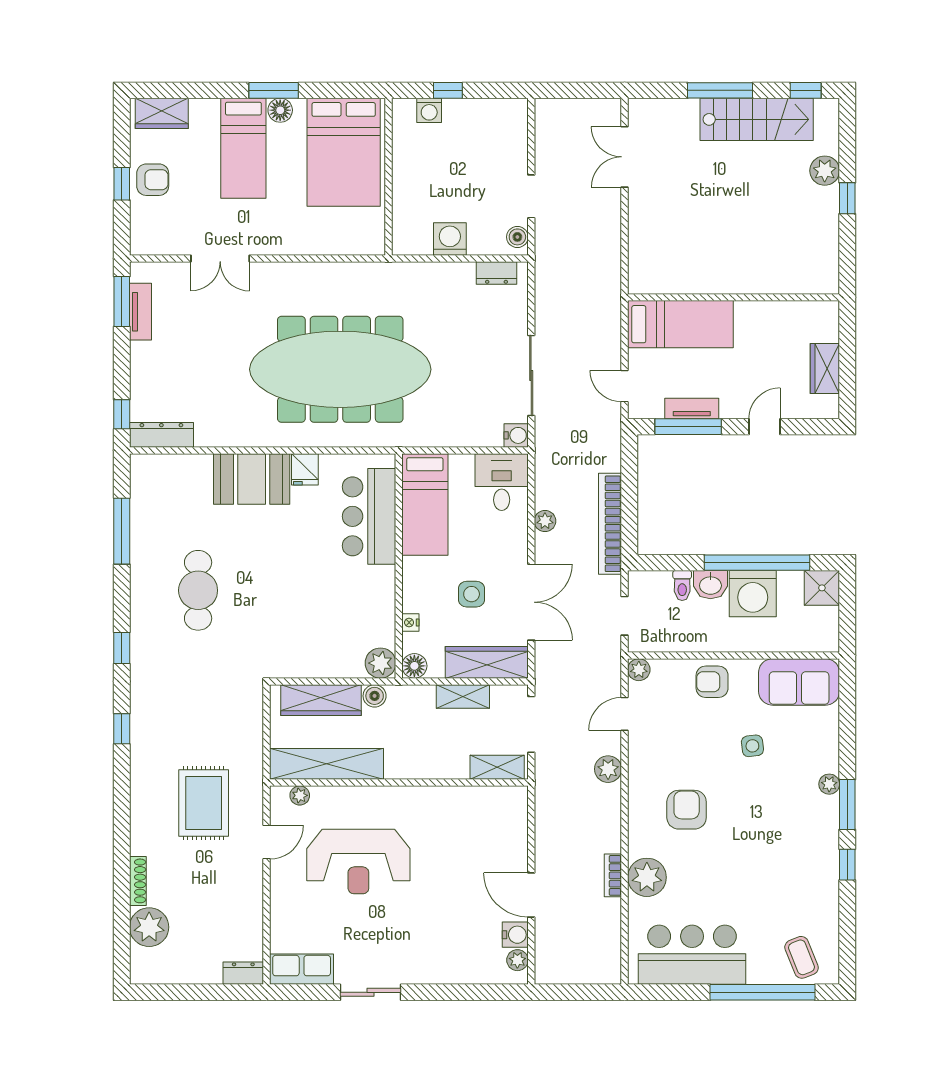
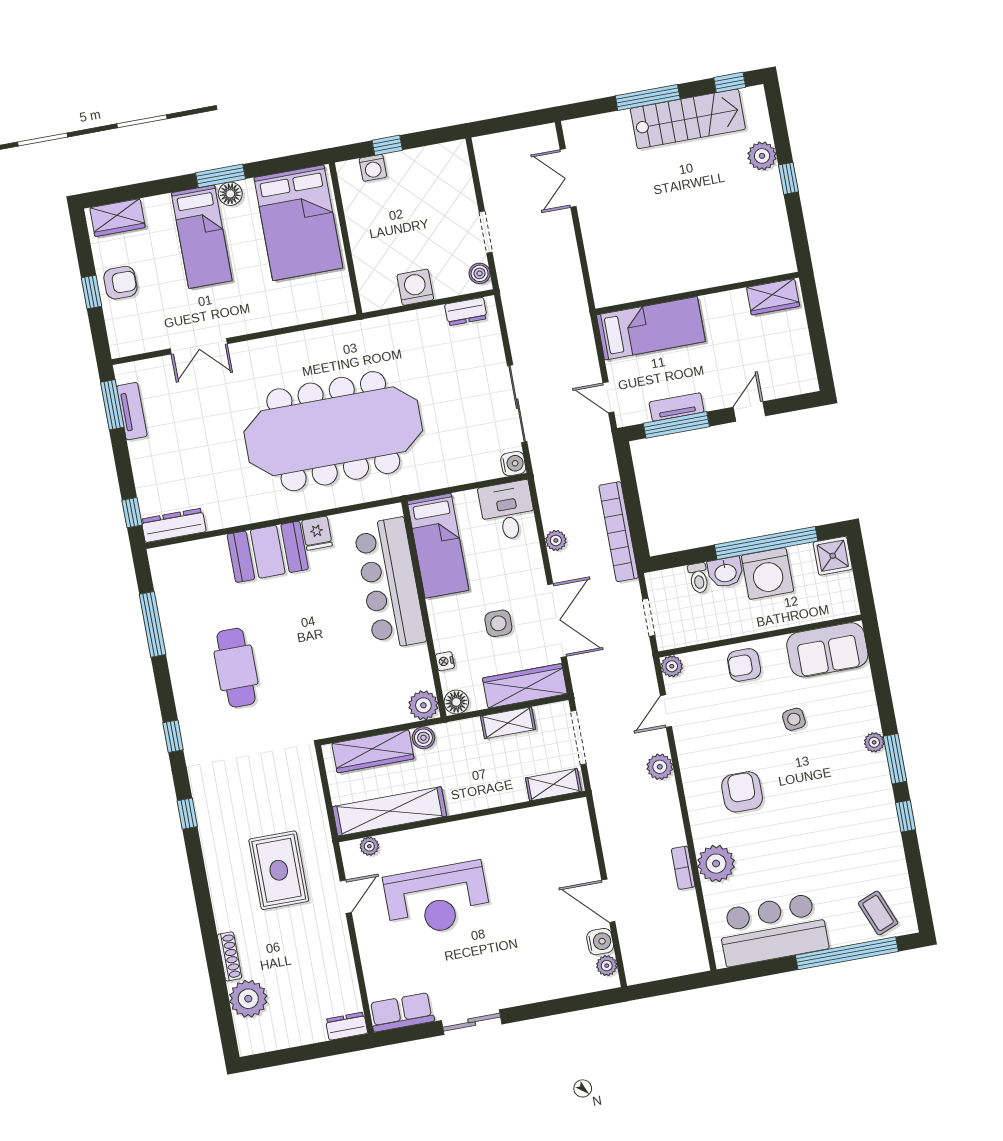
wardrobe: (825, 369) -> (773, 297), moved, turned -90
bar counter: (369, 516) -> (390, 584), width x1.36

